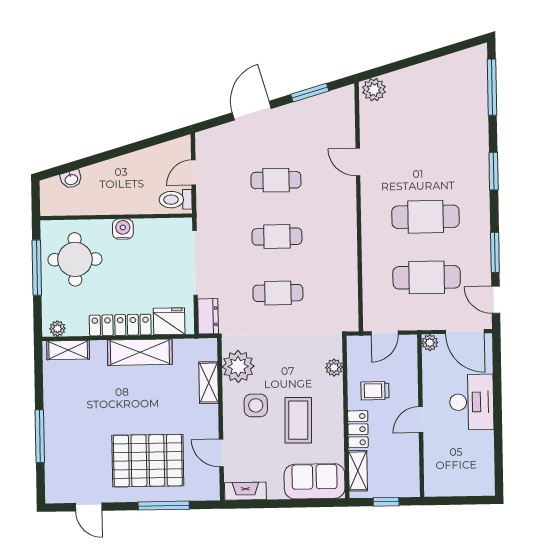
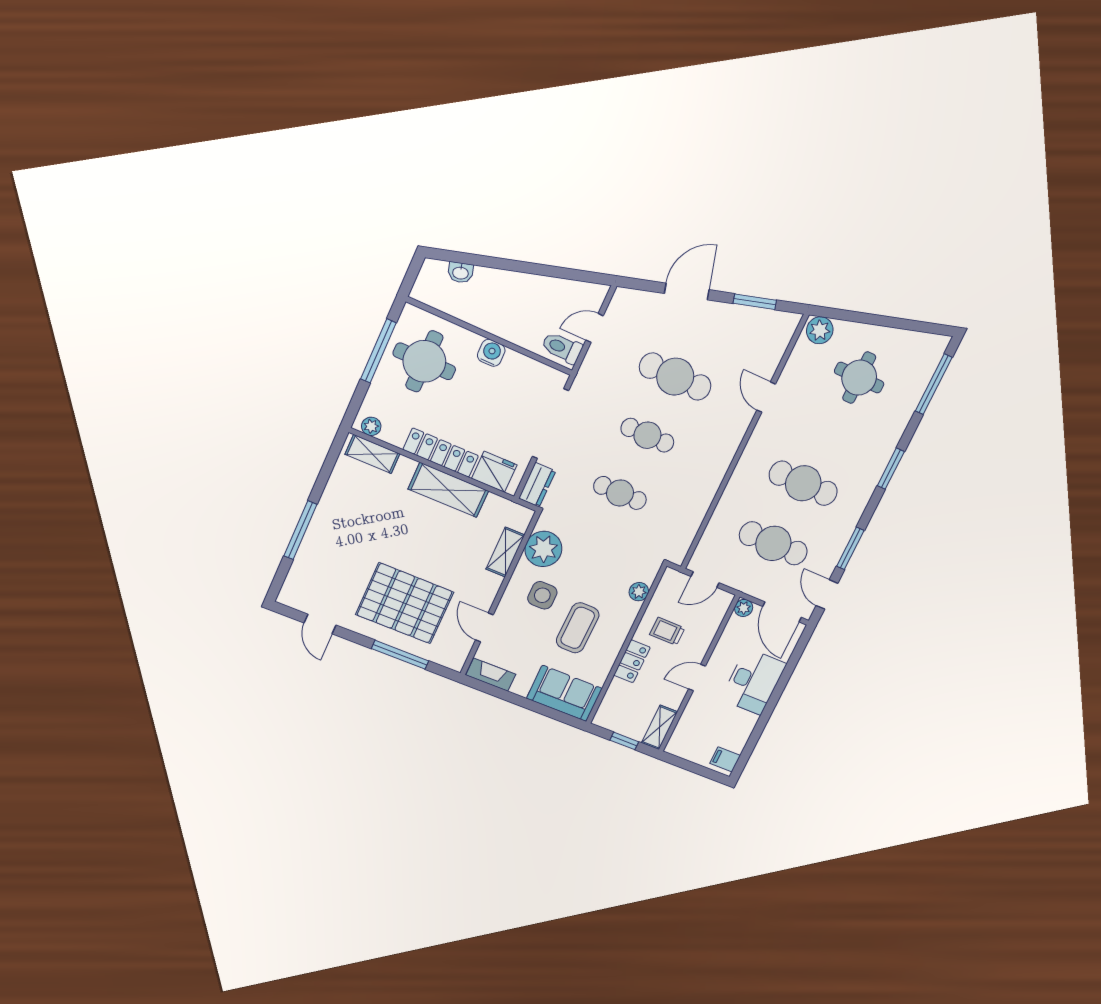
round table: (427, 111) -> (859, 378), added
cafe table: (276, 180) -> (675, 377), width x1.37, depth x1.35
shelving: (358, 471) -> (660, 727), moved
filing cabinet: (483, 482) -> (725, 759), added

